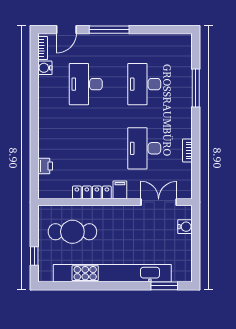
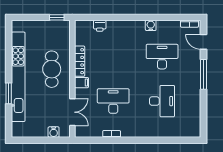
water cooler: (45, 68) -> (151, 25), moved
desk: (144, 84) -> (162, 101), turned 90
window: (196, 88) -> (159, 140), removed
cafe table: (72, 232) -> (52, 69), moved
window: (34, 256) -> (57, 17), moved
window: (164, 286) -> (9, 93), moved

